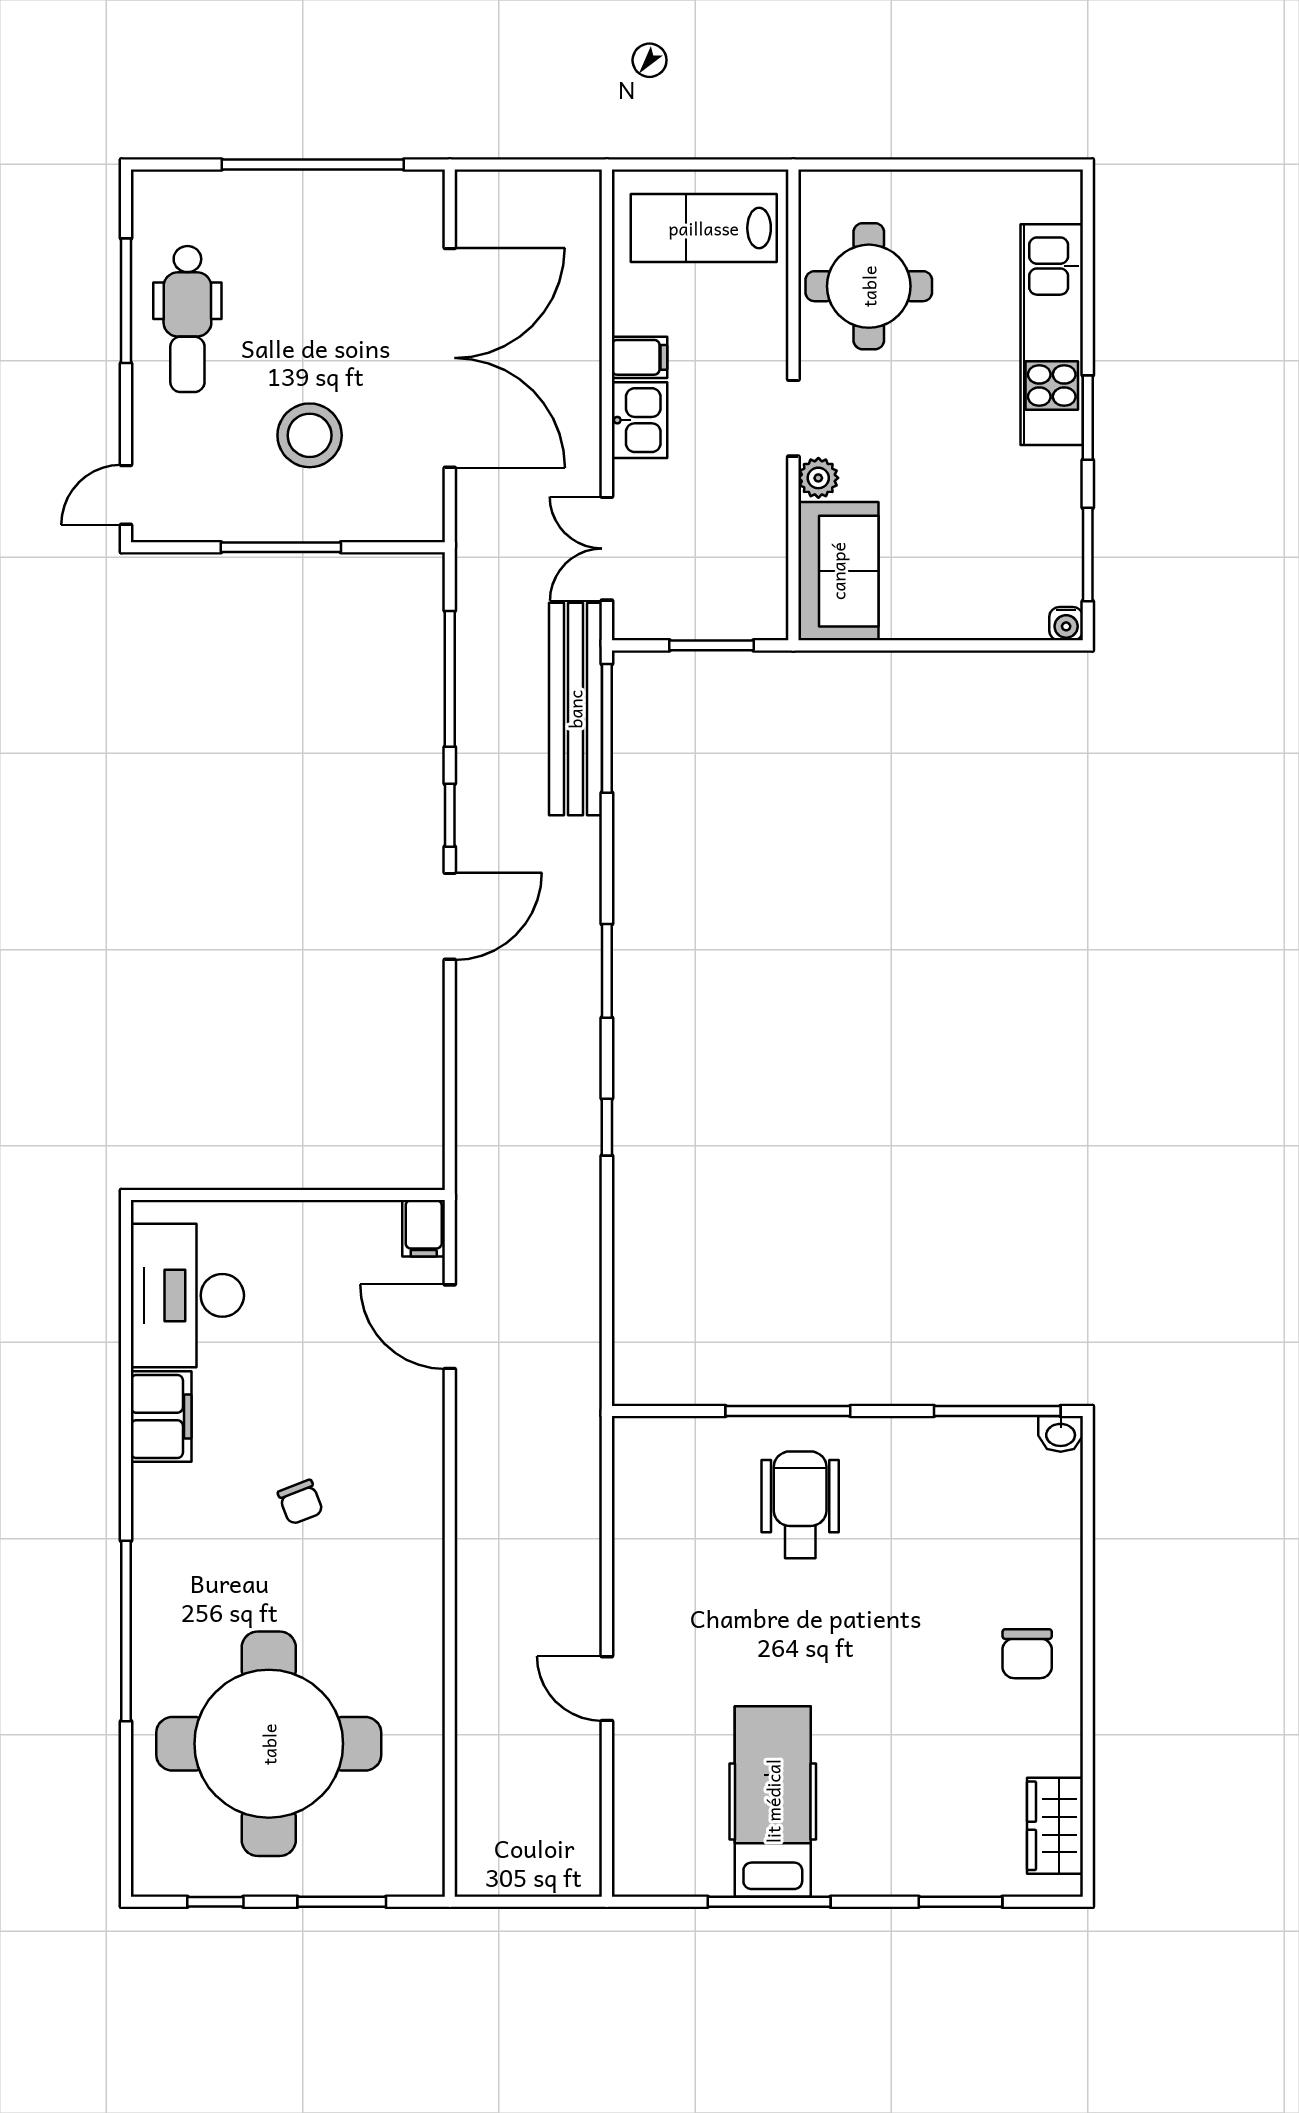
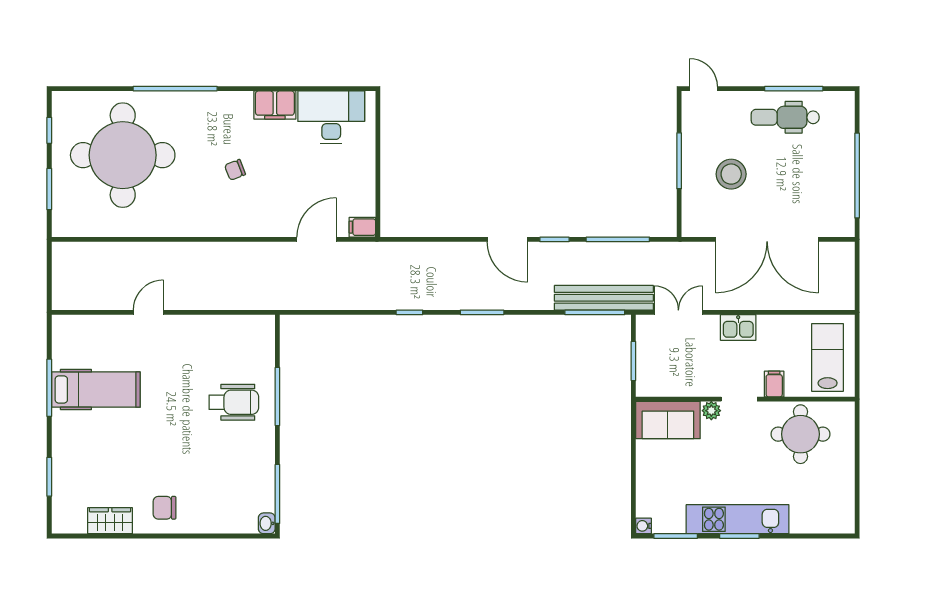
kitchen unit: (1052, 335) -> (738, 519), moved
filing cabinet: (639, 357) -> (774, 384), moved, turned 180
wardrobe: (1055, 1826) -> (110, 521), moved

